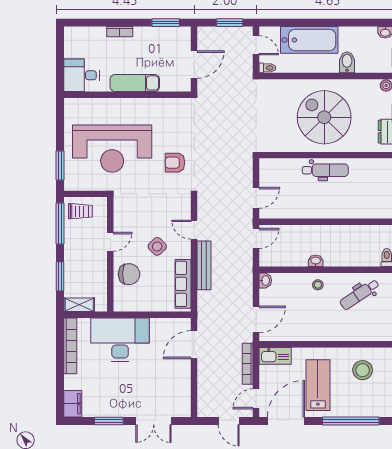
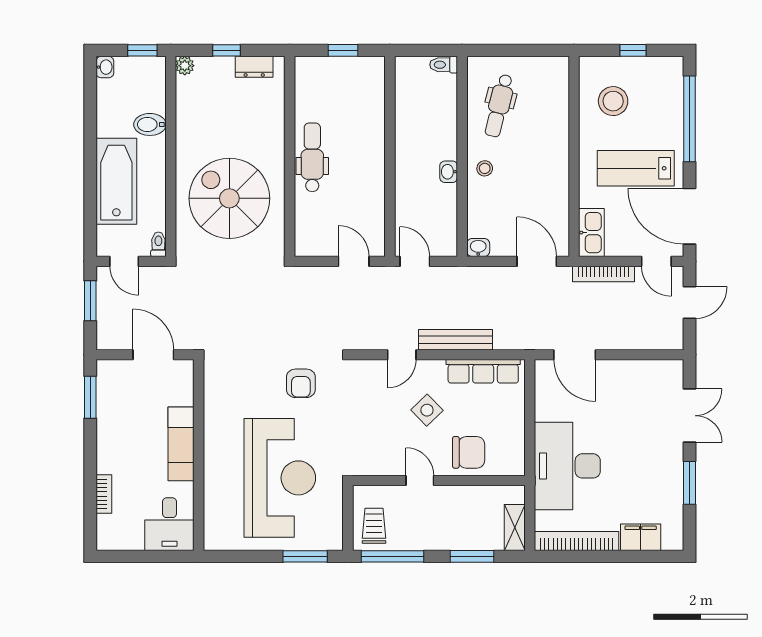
bookcase: (120, 32) -> (104, 494), moved
door: (256, 45) -> (124, 261), swing flipped
spiral stairs: (324, 117) -> (229, 198), moved, turned 90
chair: (129, 274) -> (469, 452), turned 90
dental chair: (360, 294) -> (499, 106), turned 48
filing cabinet: (73, 404) -> (641, 537), moved

